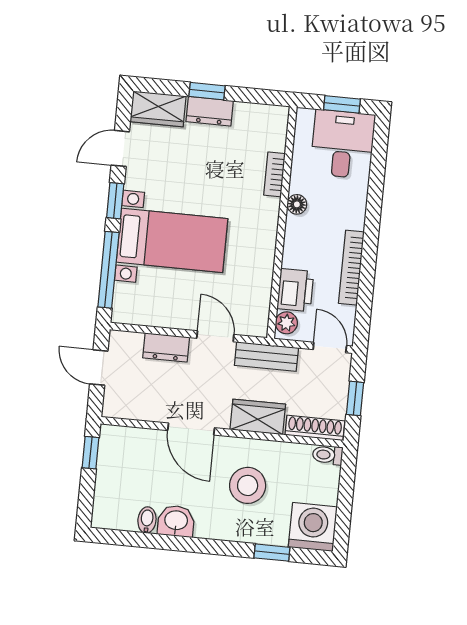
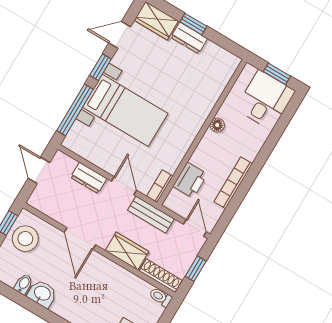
bookcase: (274, 174) -> (160, 186), moved
plant: (286, 323) -> (174, 199), removed
stool: (248, 485) -> (25, 239), moved

